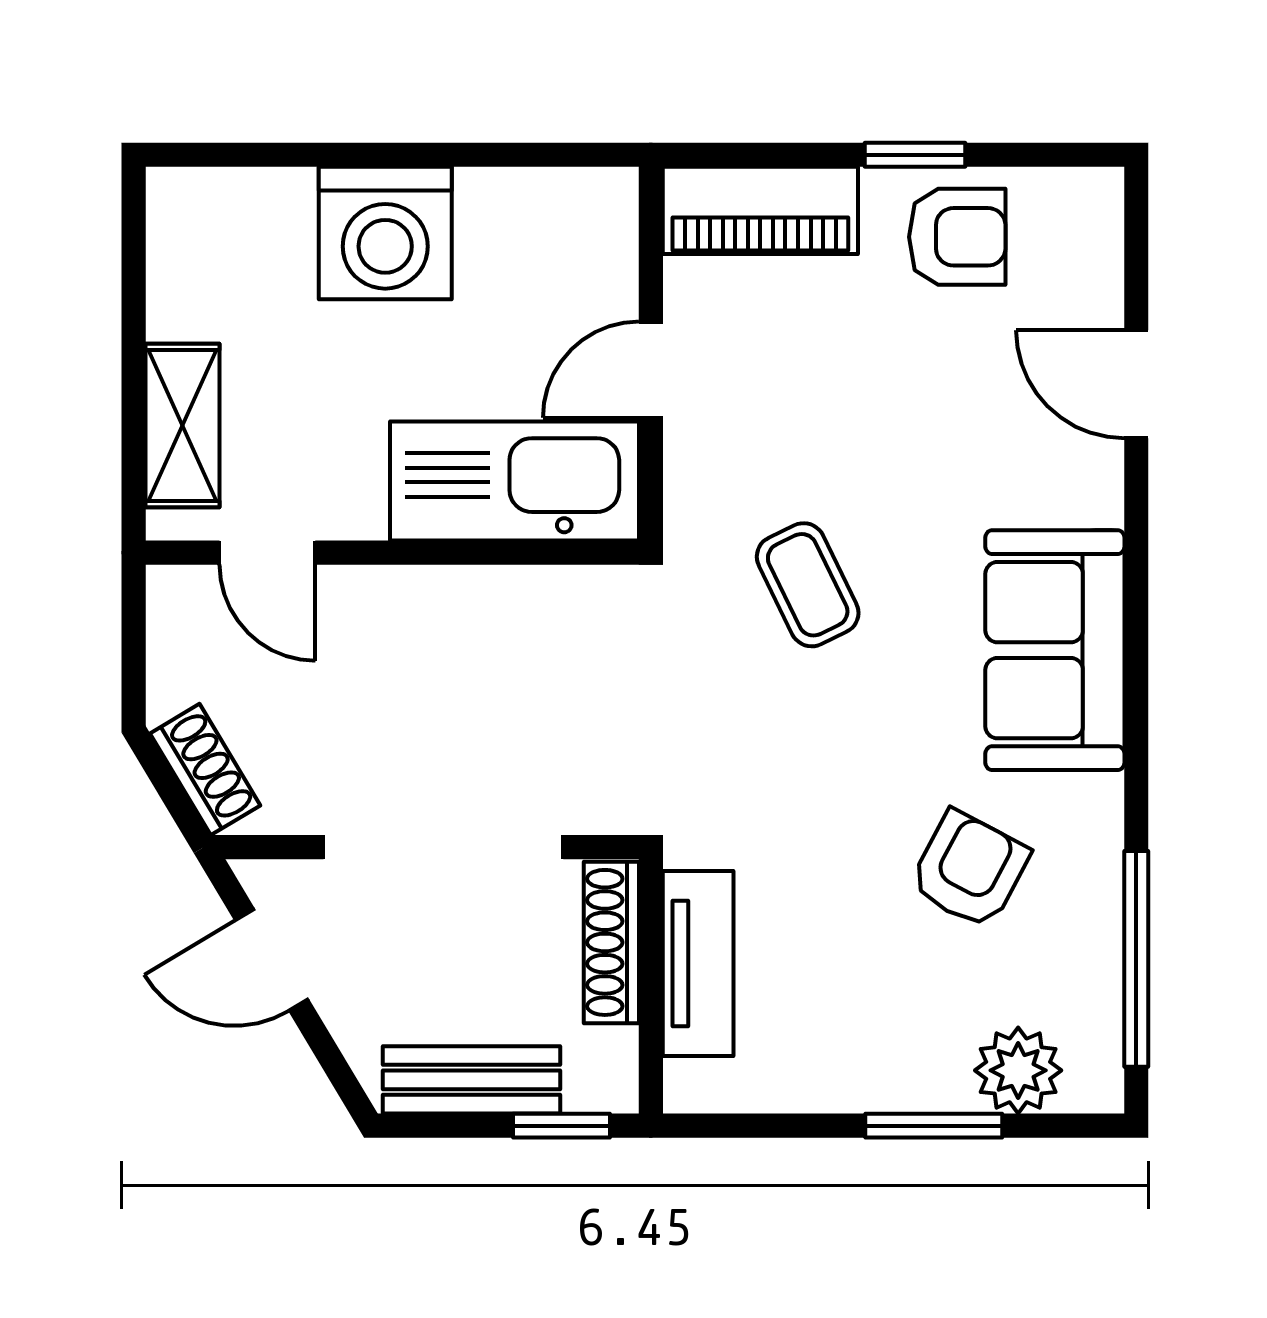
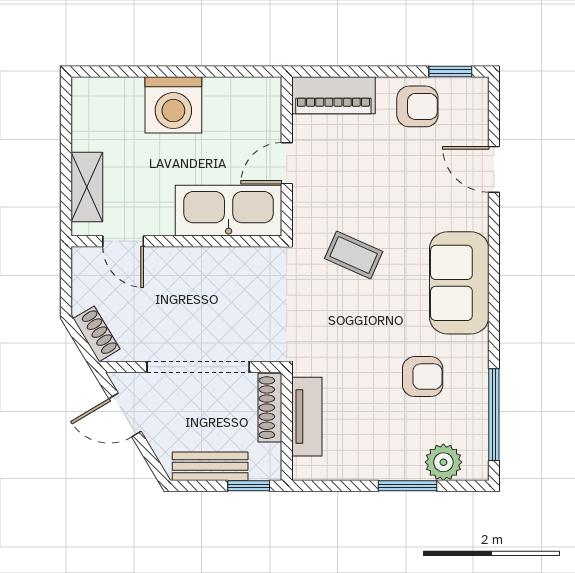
window: (915, 155) -> (450, 71), moved
coffee table: (808, 585) -> (354, 255), turned -40
armchair: (969, 870) -> (423, 377), turned 62

